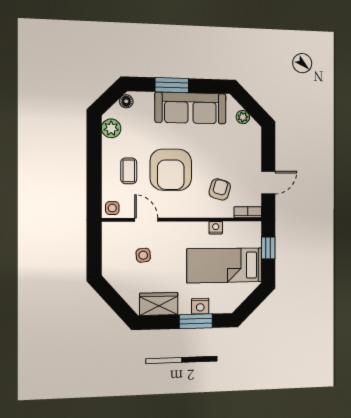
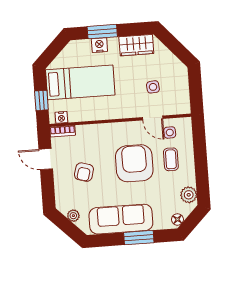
door: (268, 183) -> (46, 159), hinge flipped
armchair: (220, 189) -> (84, 172), moved
side table: (112, 208) -> (170, 132), moved
nightstand: (216, 228) -> (61, 117), moved

